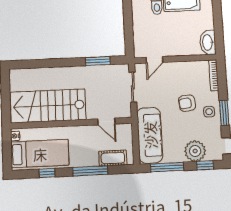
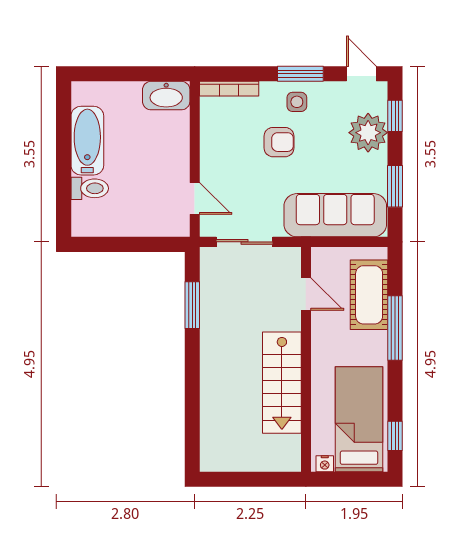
armchair: (187, 103) -> (279, 142), turned -83
stairs: (48, 106) -> (282, 383), width x0.73, depth x0.66
door: (106, 121) -> (306, 294), hinge flipped
cot: (113, 158) -> (369, 295), width x1.37, depth x1.34
window: (167, 167) -> (395, 186), width x0.69
window: (47, 173) -> (395, 436), moved

